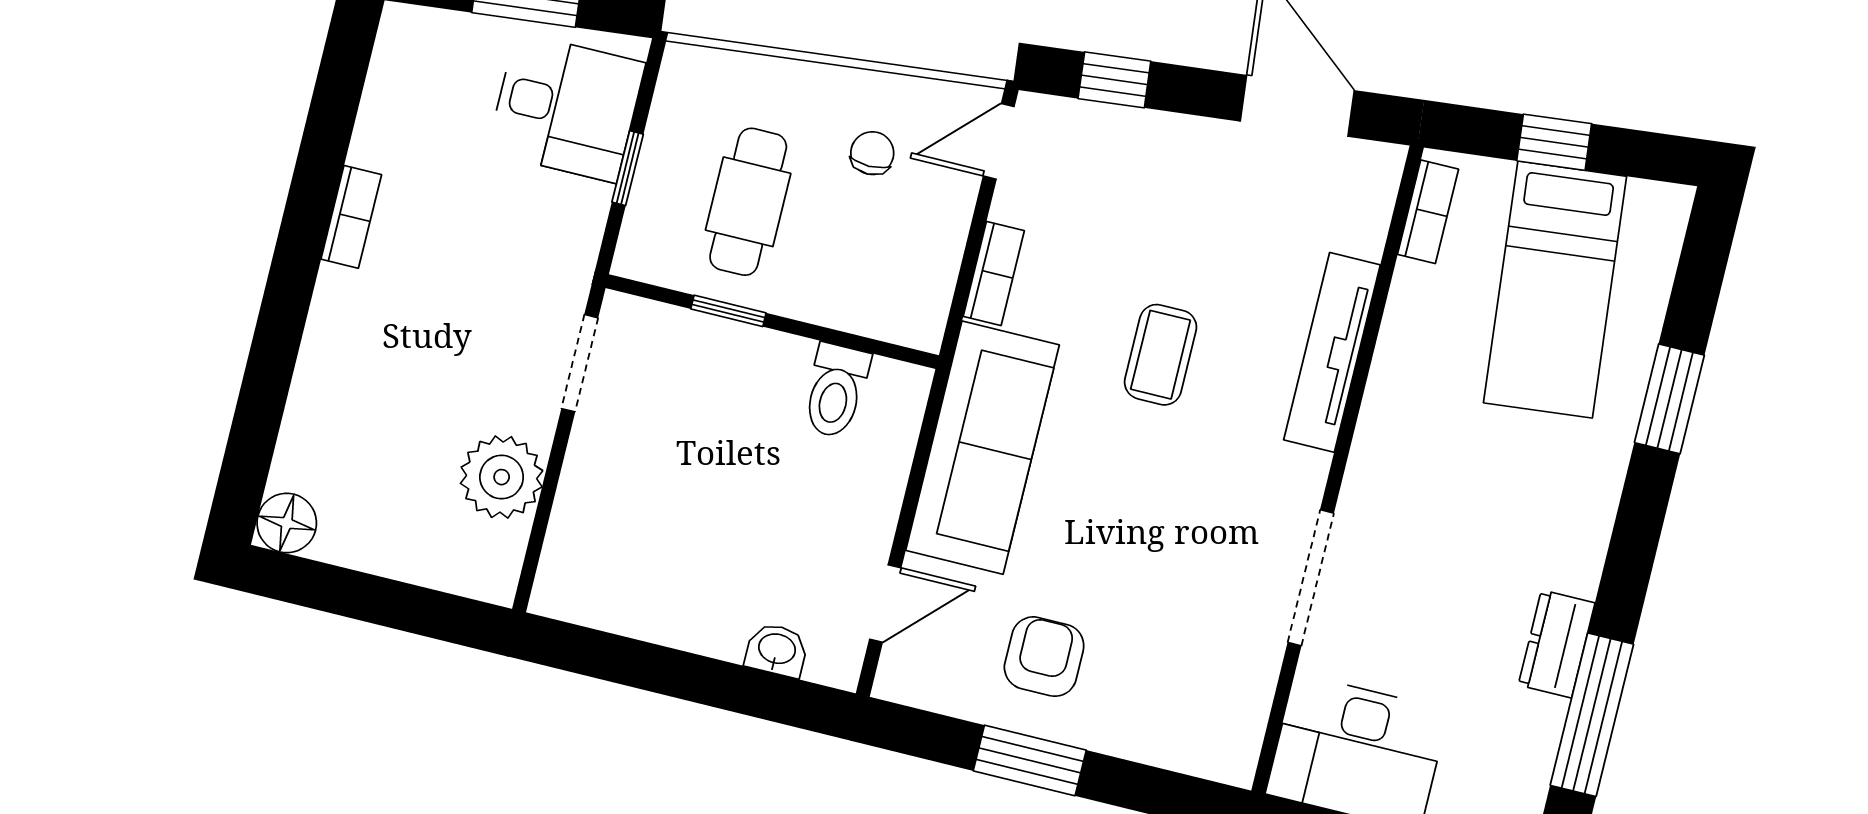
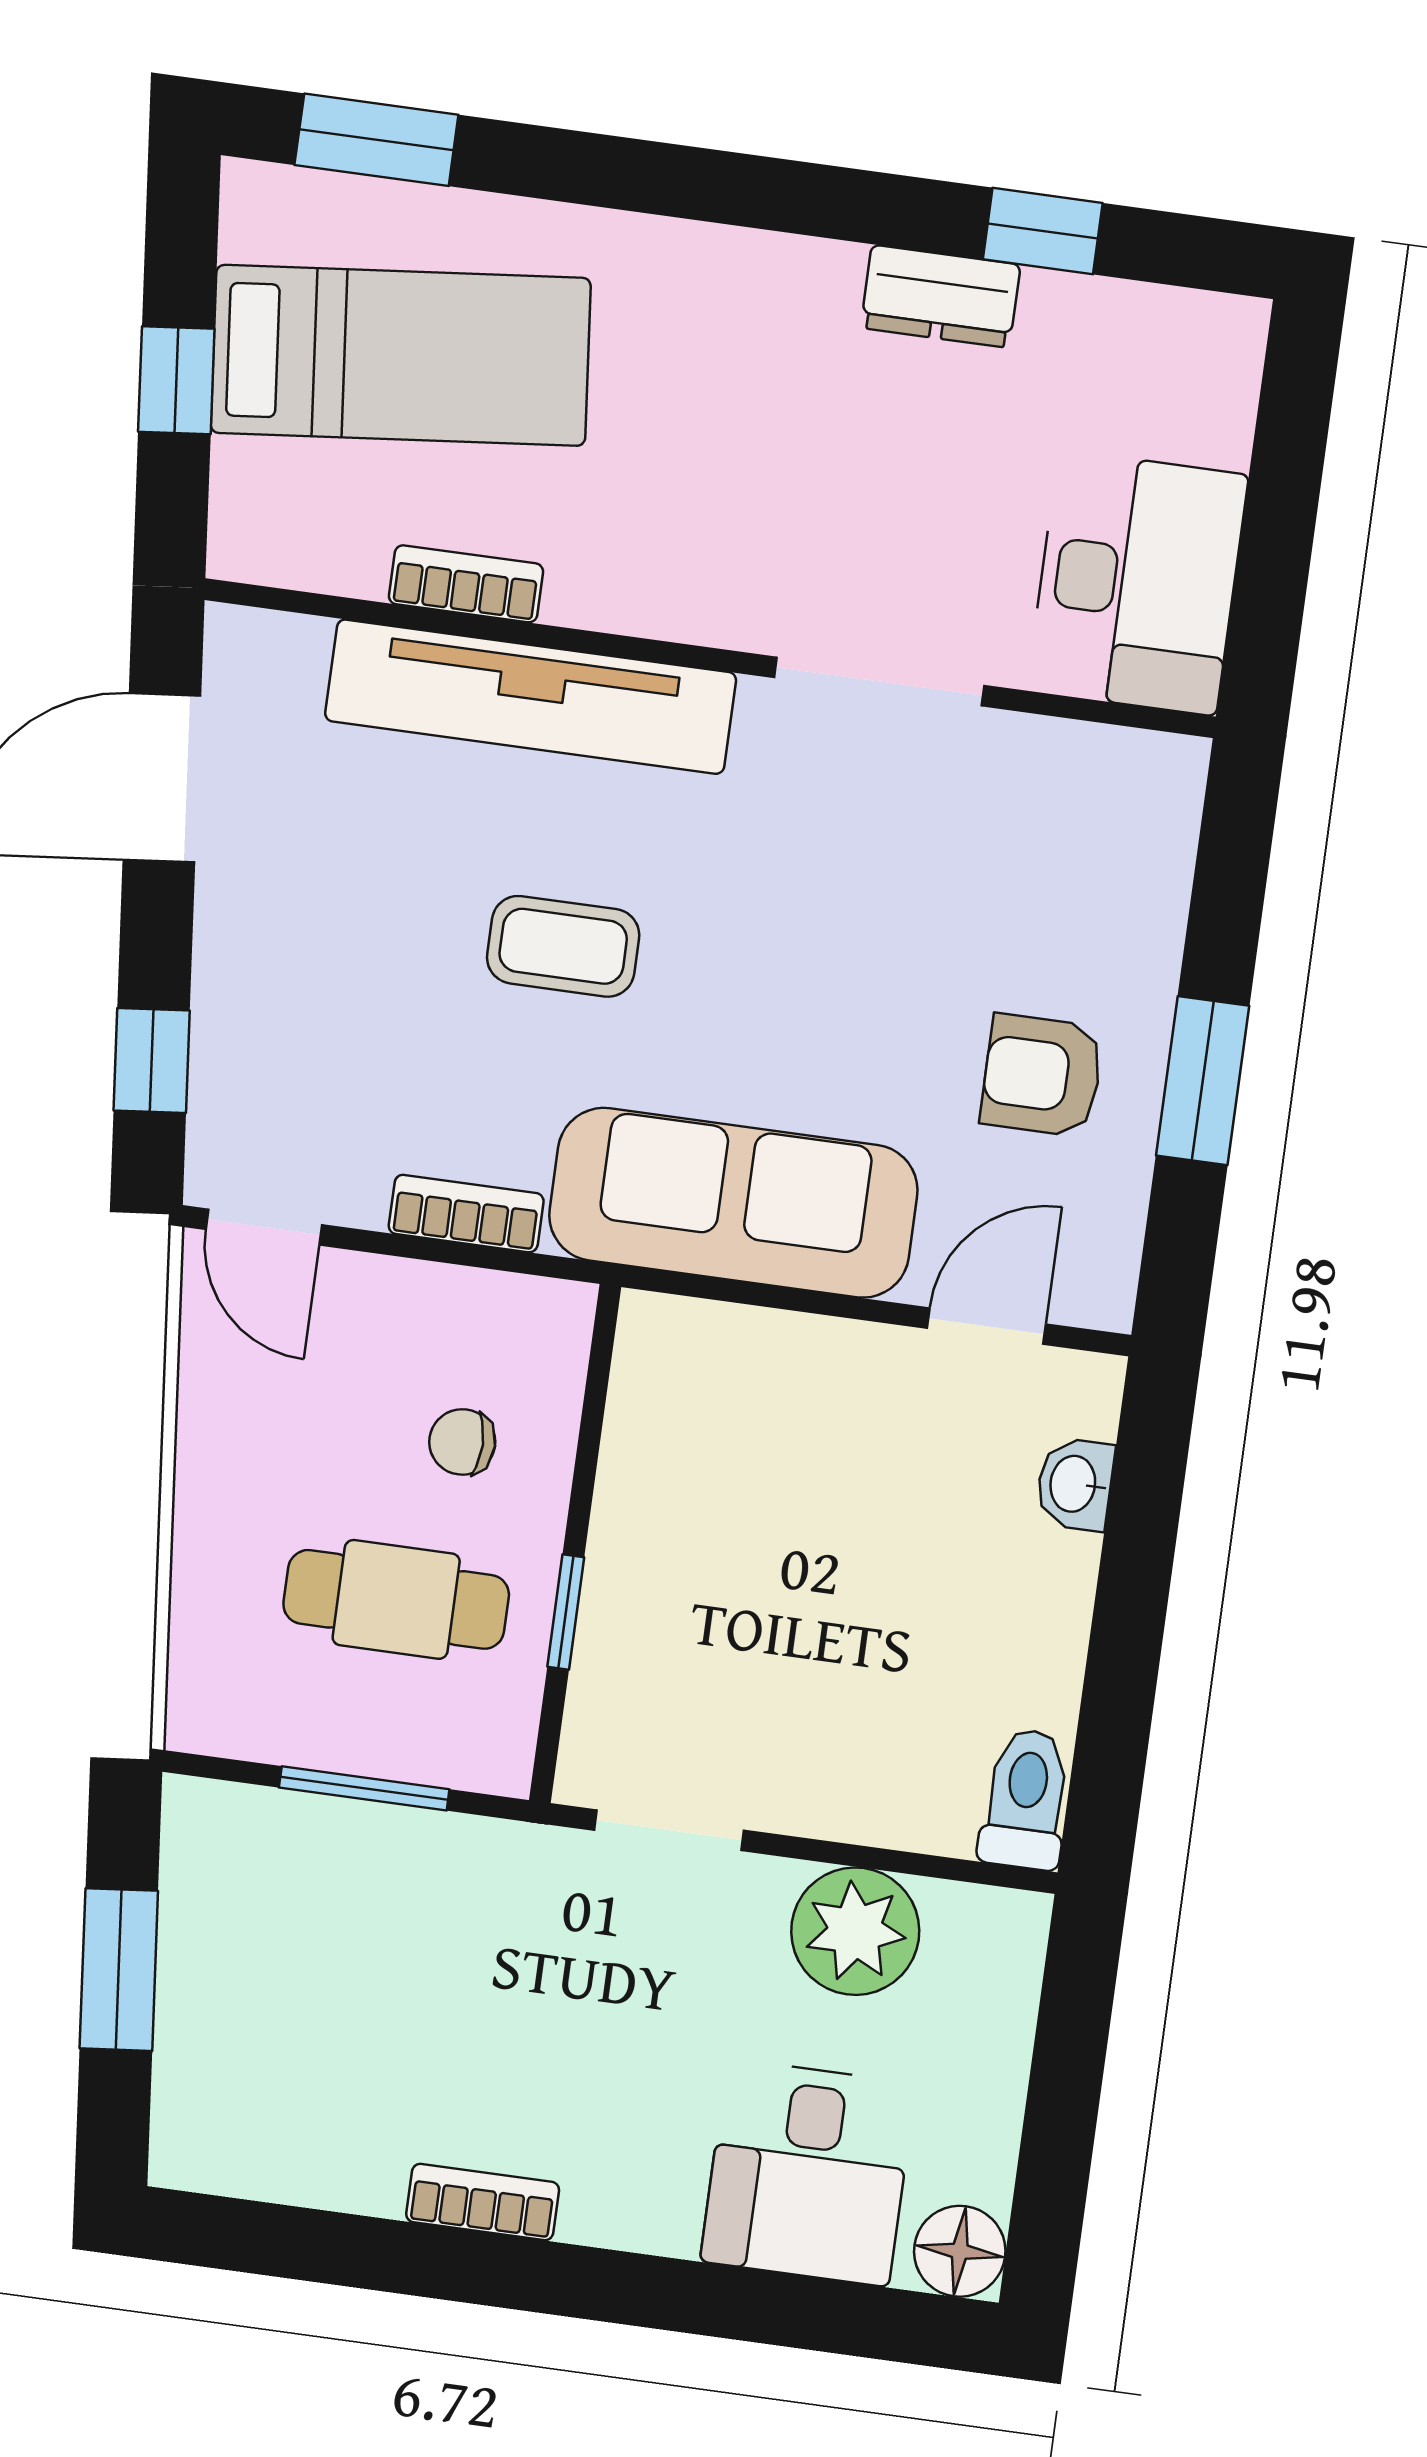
desk: (566, 107) -> (808, 2173), moved, turned 180
chair: (872, 153) -> (462, 1442), moved
window: (628, 168) -> (364, 1788), width x1.50
bookcase: (1428, 212) -> (466, 584), moved
tv unit: (1332, 352) -> (531, 697), width x1.36, depth x1.29
toilet: (836, 391) -> (1026, 1799), moved, turned -90
window: (1669, 399) -> (376, 140), moved
door: (885, 603) -> (987, 1326), hinge flipped
window: (1592, 715) -> (1043, 231), width x0.46

